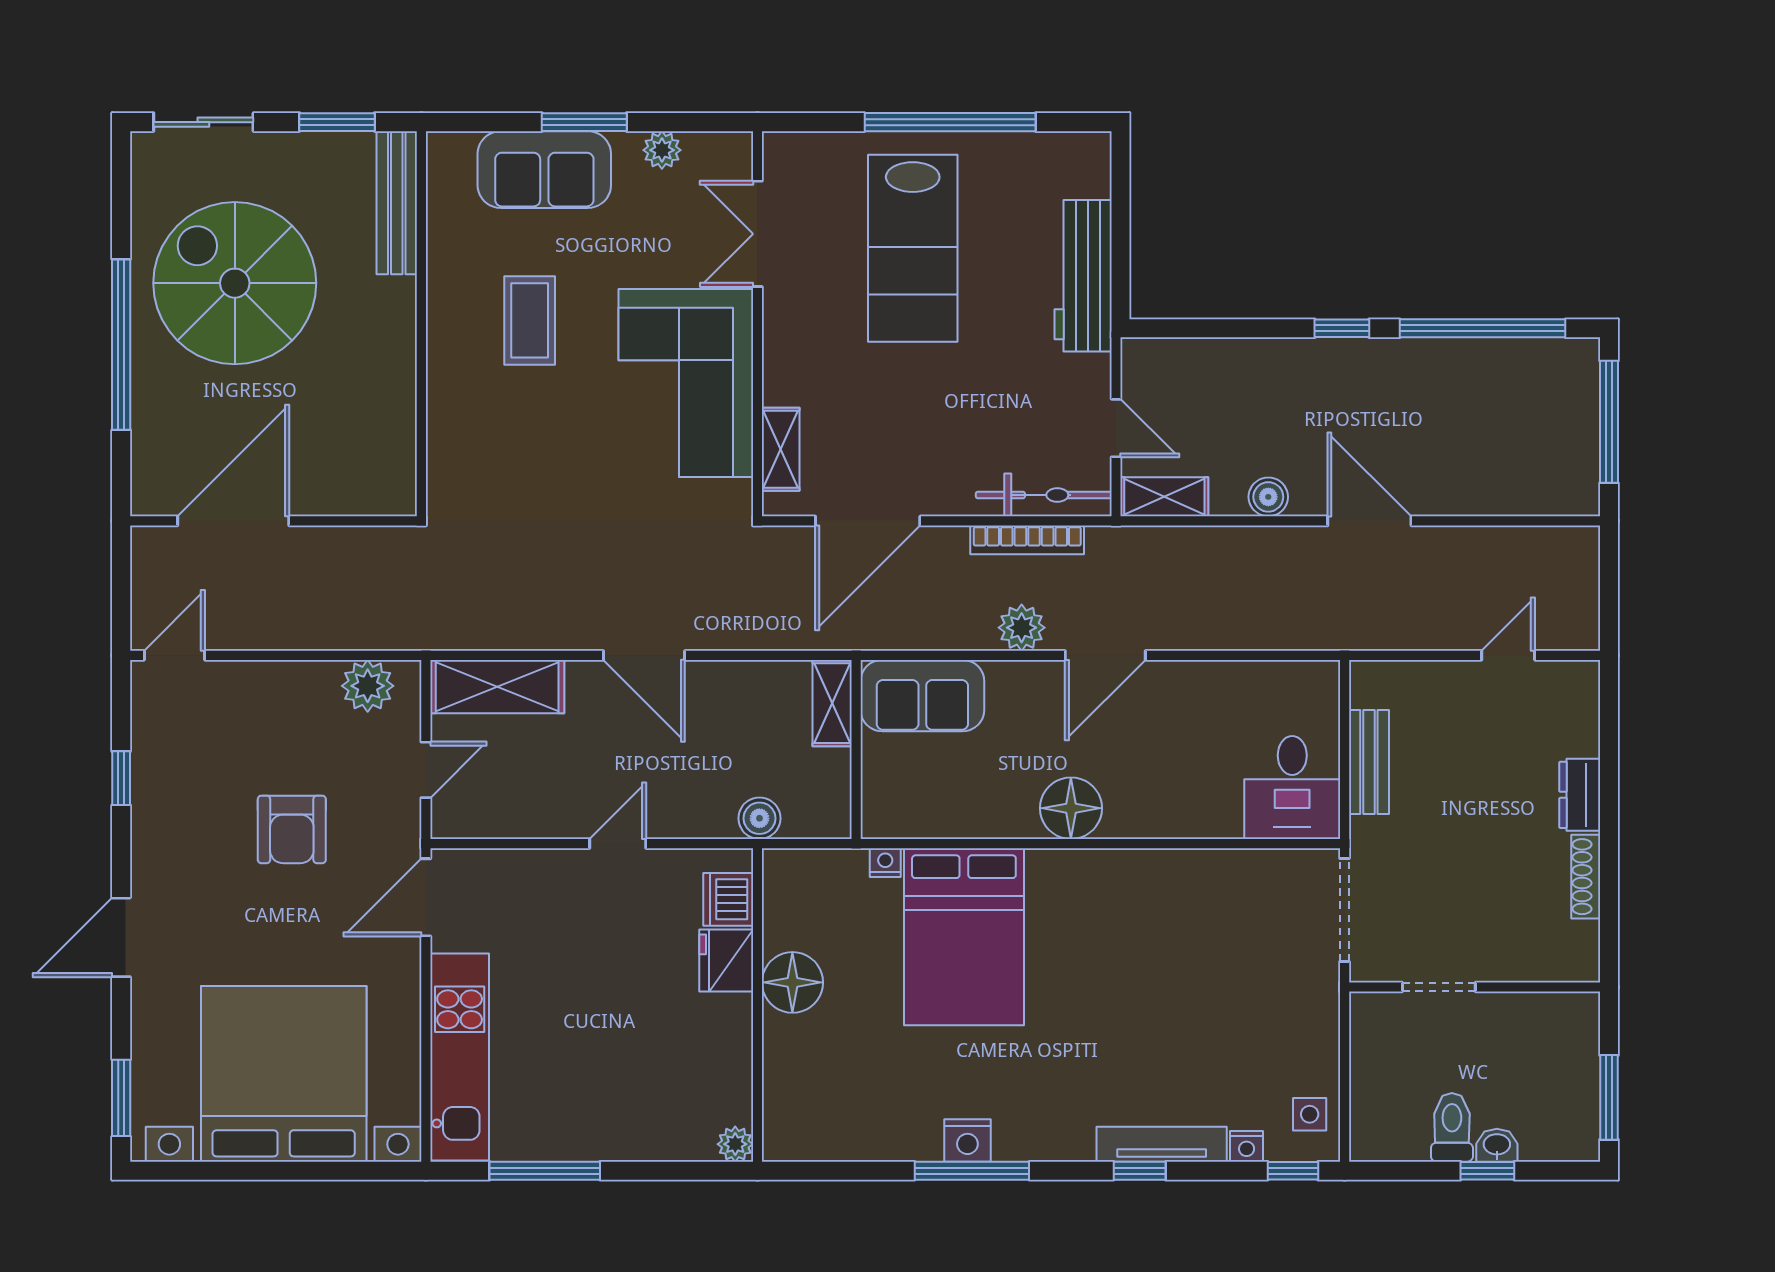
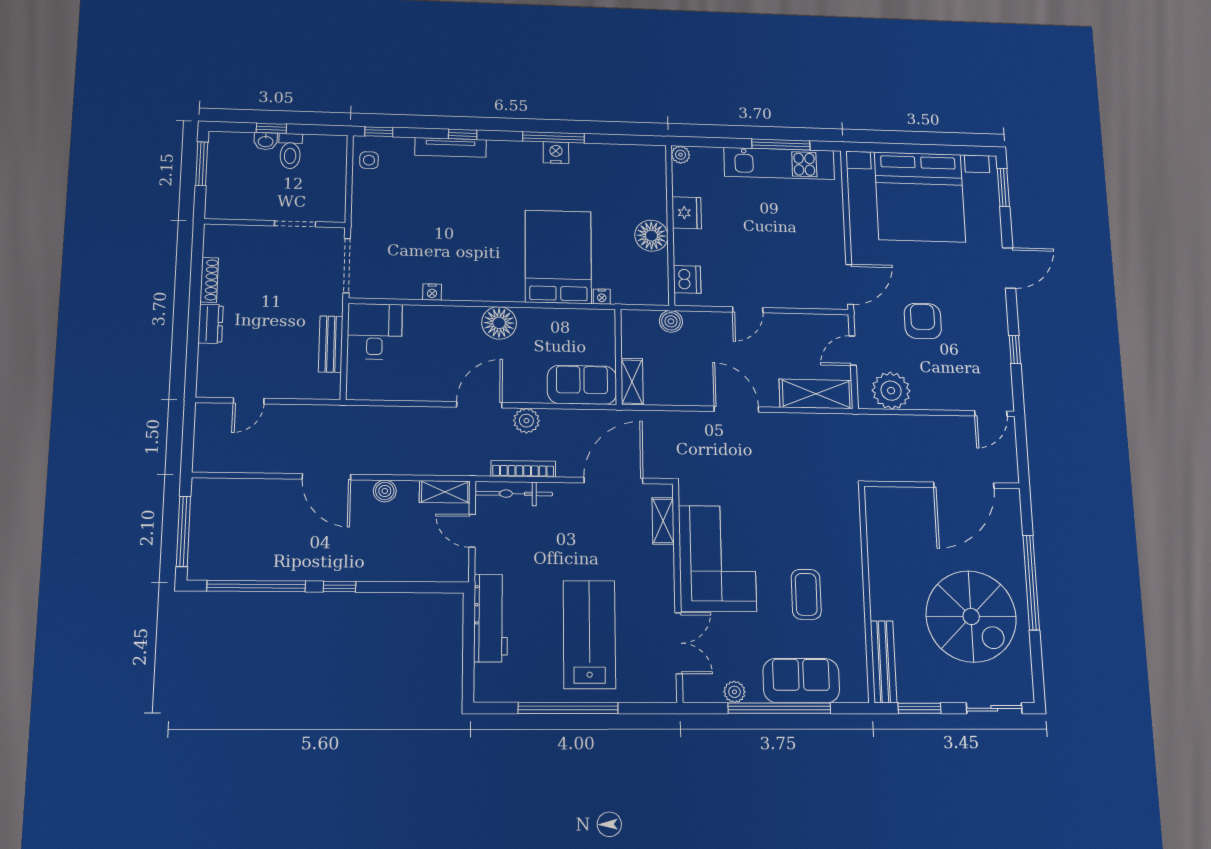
window: (584, 122) -> (779, 708), width x2.11
plant: (368, 686) -> (891, 391), width x1.36, depth x1.36
fridge: (726, 960) -> (687, 213), moved
kitchen unit: (460, 1057) -> (779, 163), moved, turned -90
nightstand: (1247, 1146) -> (432, 292), moved, turned 180

